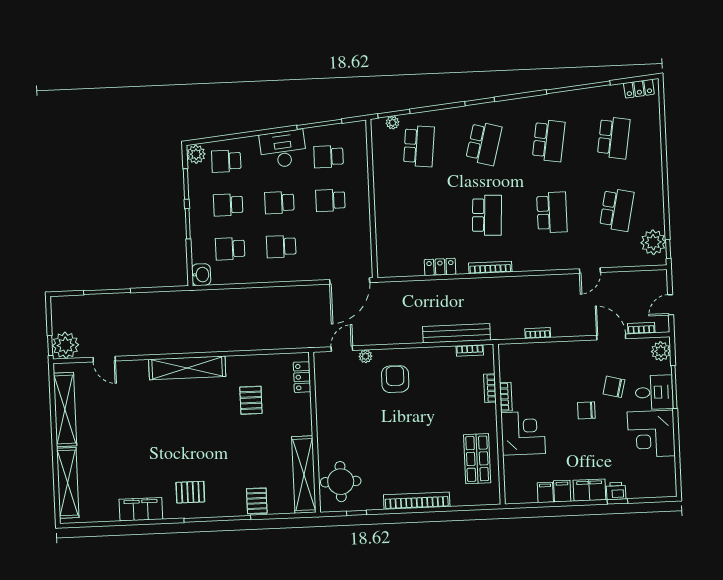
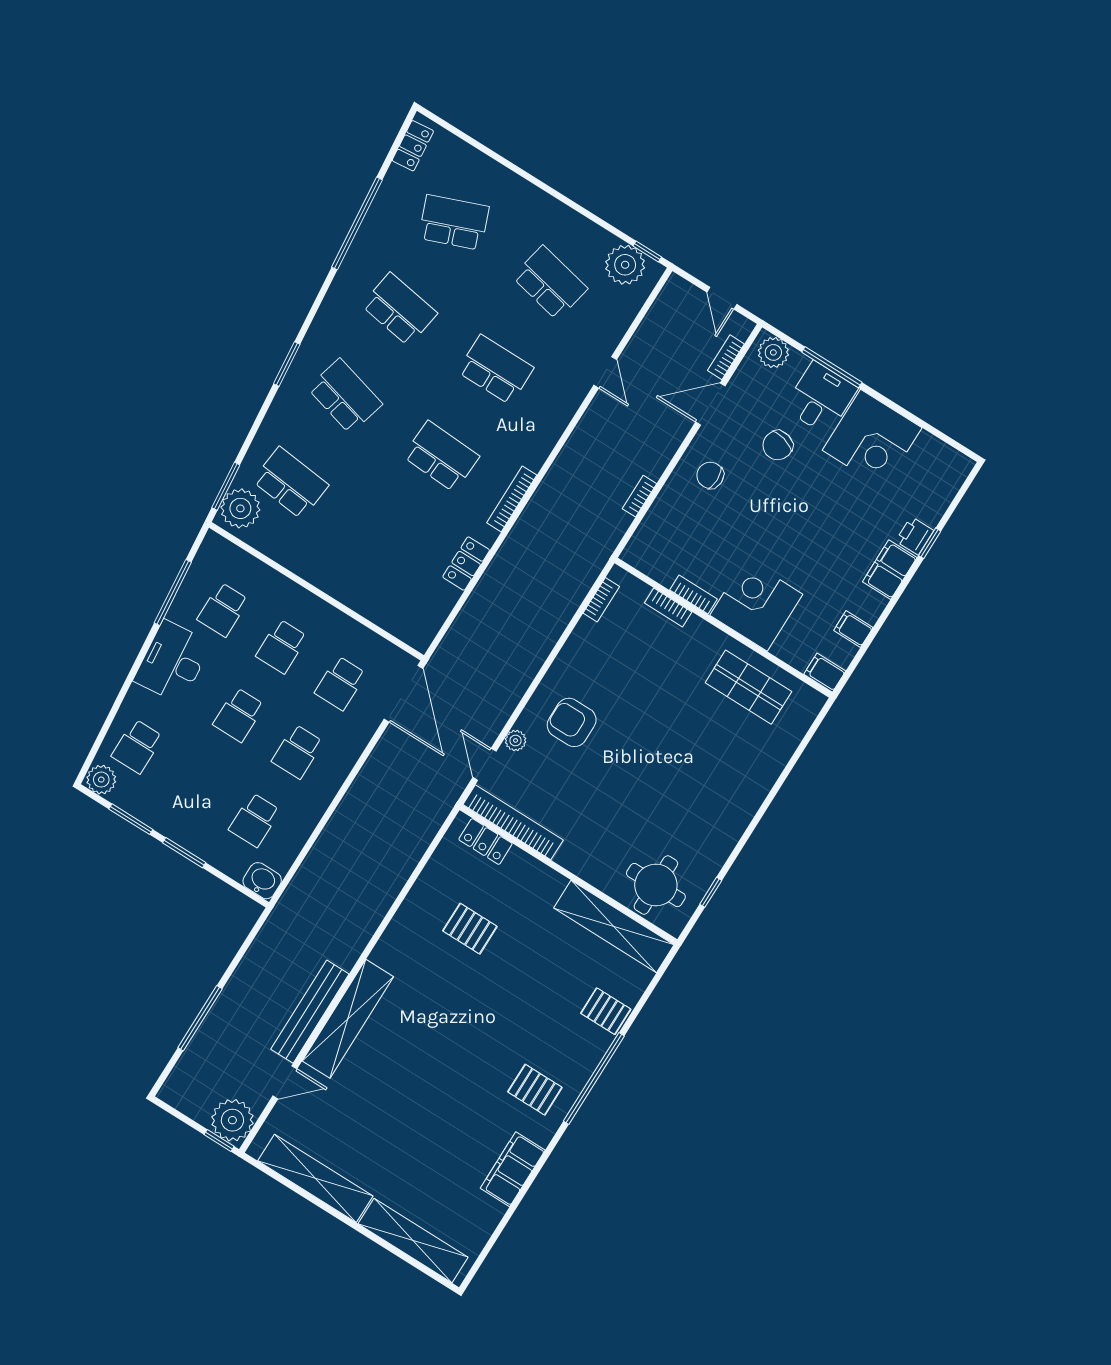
plant: (393, 123) -> (240, 508), width x1.88, depth x1.88
school desk: (614, 138) -> (454, 222), turned -30
school desk: (228, 205) -> (340, 683), moved
bench: (457, 333) -> (310, 1012), moved
shelving: (187, 368) -> (348, 1019), moved
chair: (586, 410) -> (710, 475), moved, turned 90
filing cabinet: (562, 491) -> (825, 673), moved
pallet: (190, 492) -> (535, 1090), turned 90
bookcase: (417, 501) -> (513, 822), moved, turned 90

